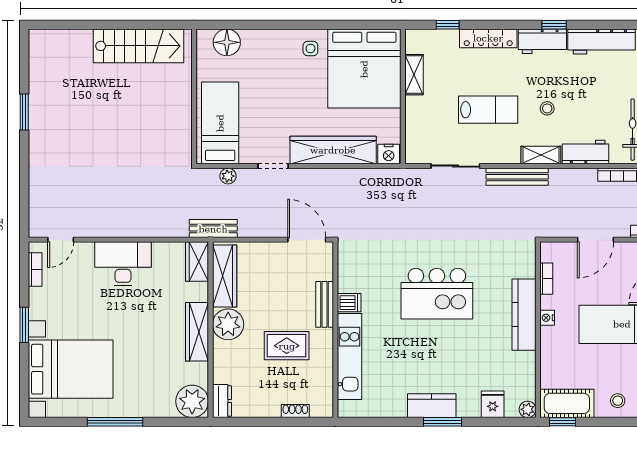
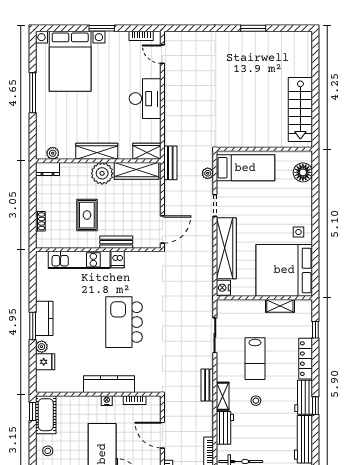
bench: (517, 177) -> (207, 385), width x0.73
plant: (192, 401) -> (53, 153), width x0.53, depth x0.53
plant: (528, 409) -> (42, 347), moved

